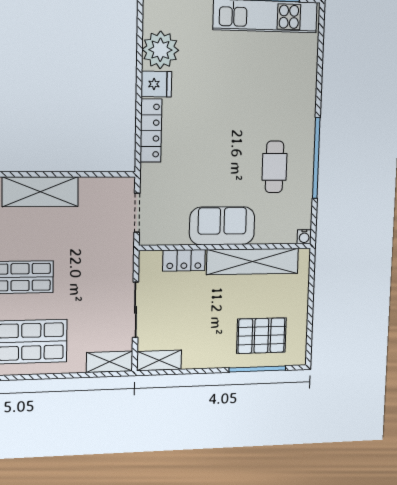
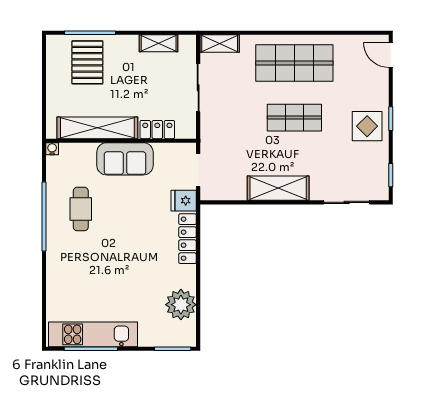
fridge: (156, 84) -> (184, 201), moved
pallet: (261, 336) -> (87, 62), turned 90
shelving: (159, 360) -> (159, 43), moved

